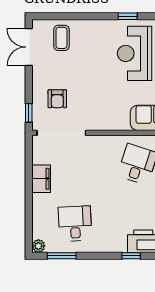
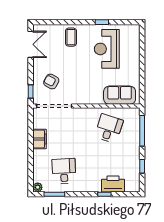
coffee table: (62, 38) -> (71, 37), moved
double door: (29, 47) -> (31, 44), swing flipped
armchair: (57, 99) -> (51, 81), turned 118

